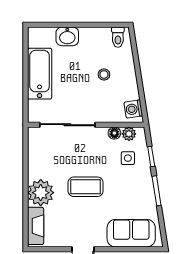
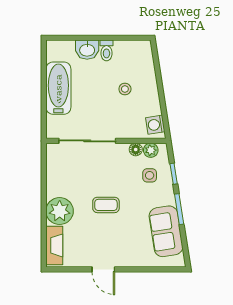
toilet: (118, 37) -> (106, 50), moved
coffee table: (86, 187) -> (106, 205), width x0.73, depth x0.77
sofa: (131, 233) -> (166, 231), moved, turned -99

